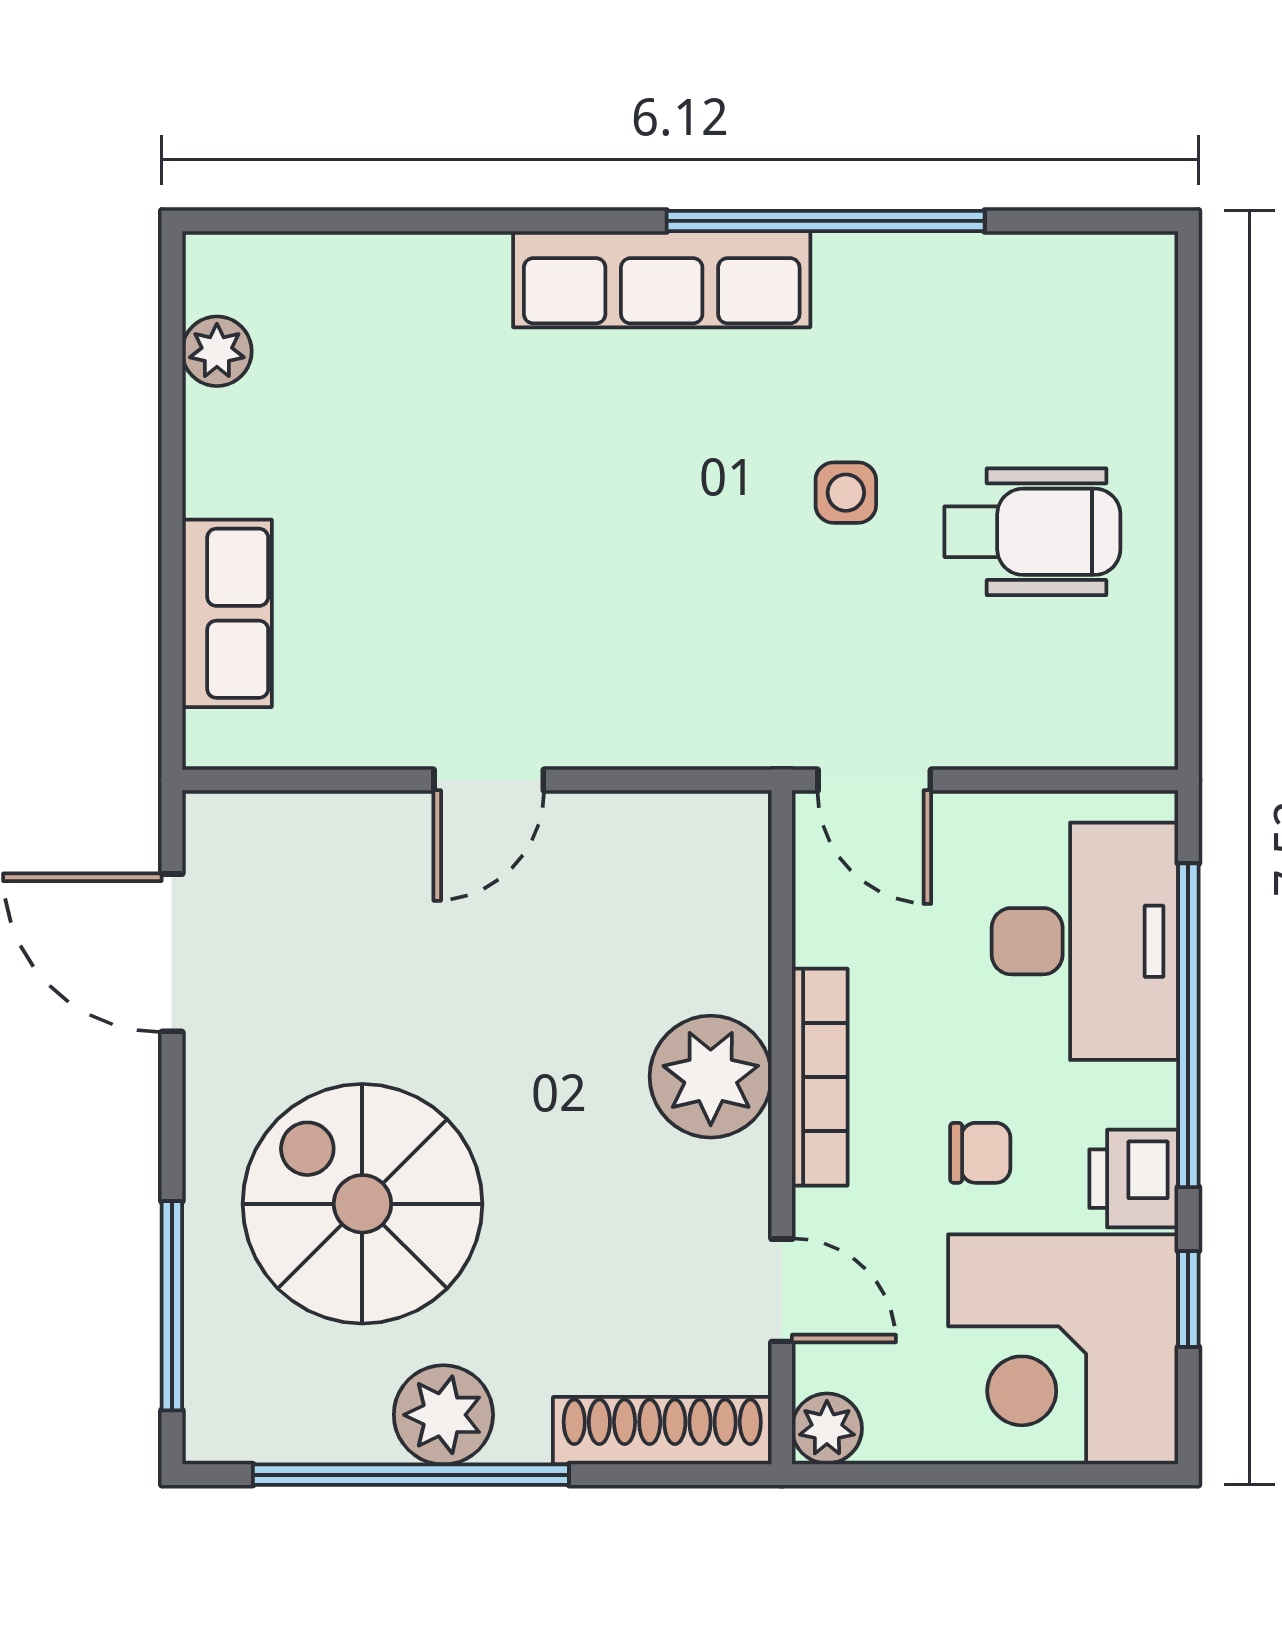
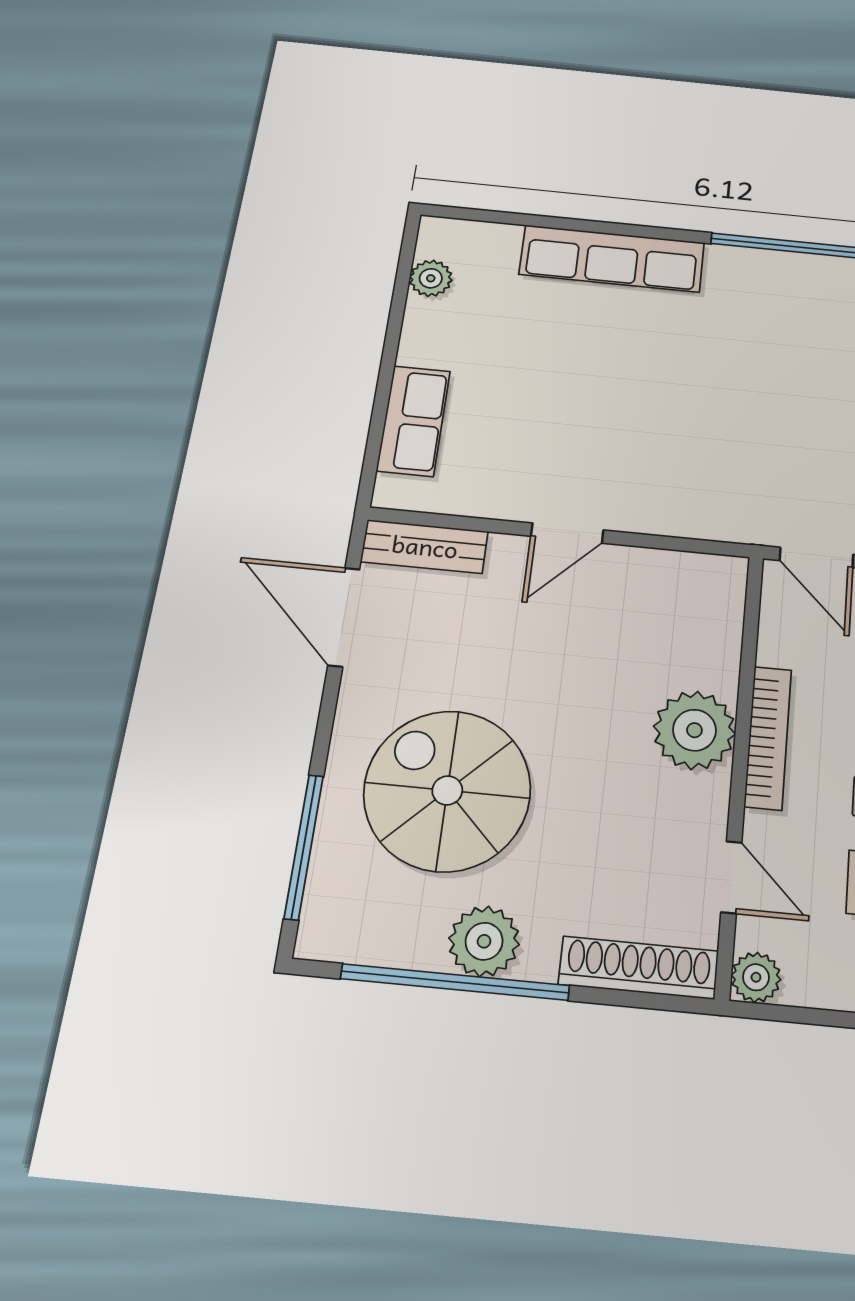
row of seats: (662, 279) -> (612, 258), moved
side table: (846, 493) -> (809, 392), removed
bench: (275, 826) -> (425, 547), added

